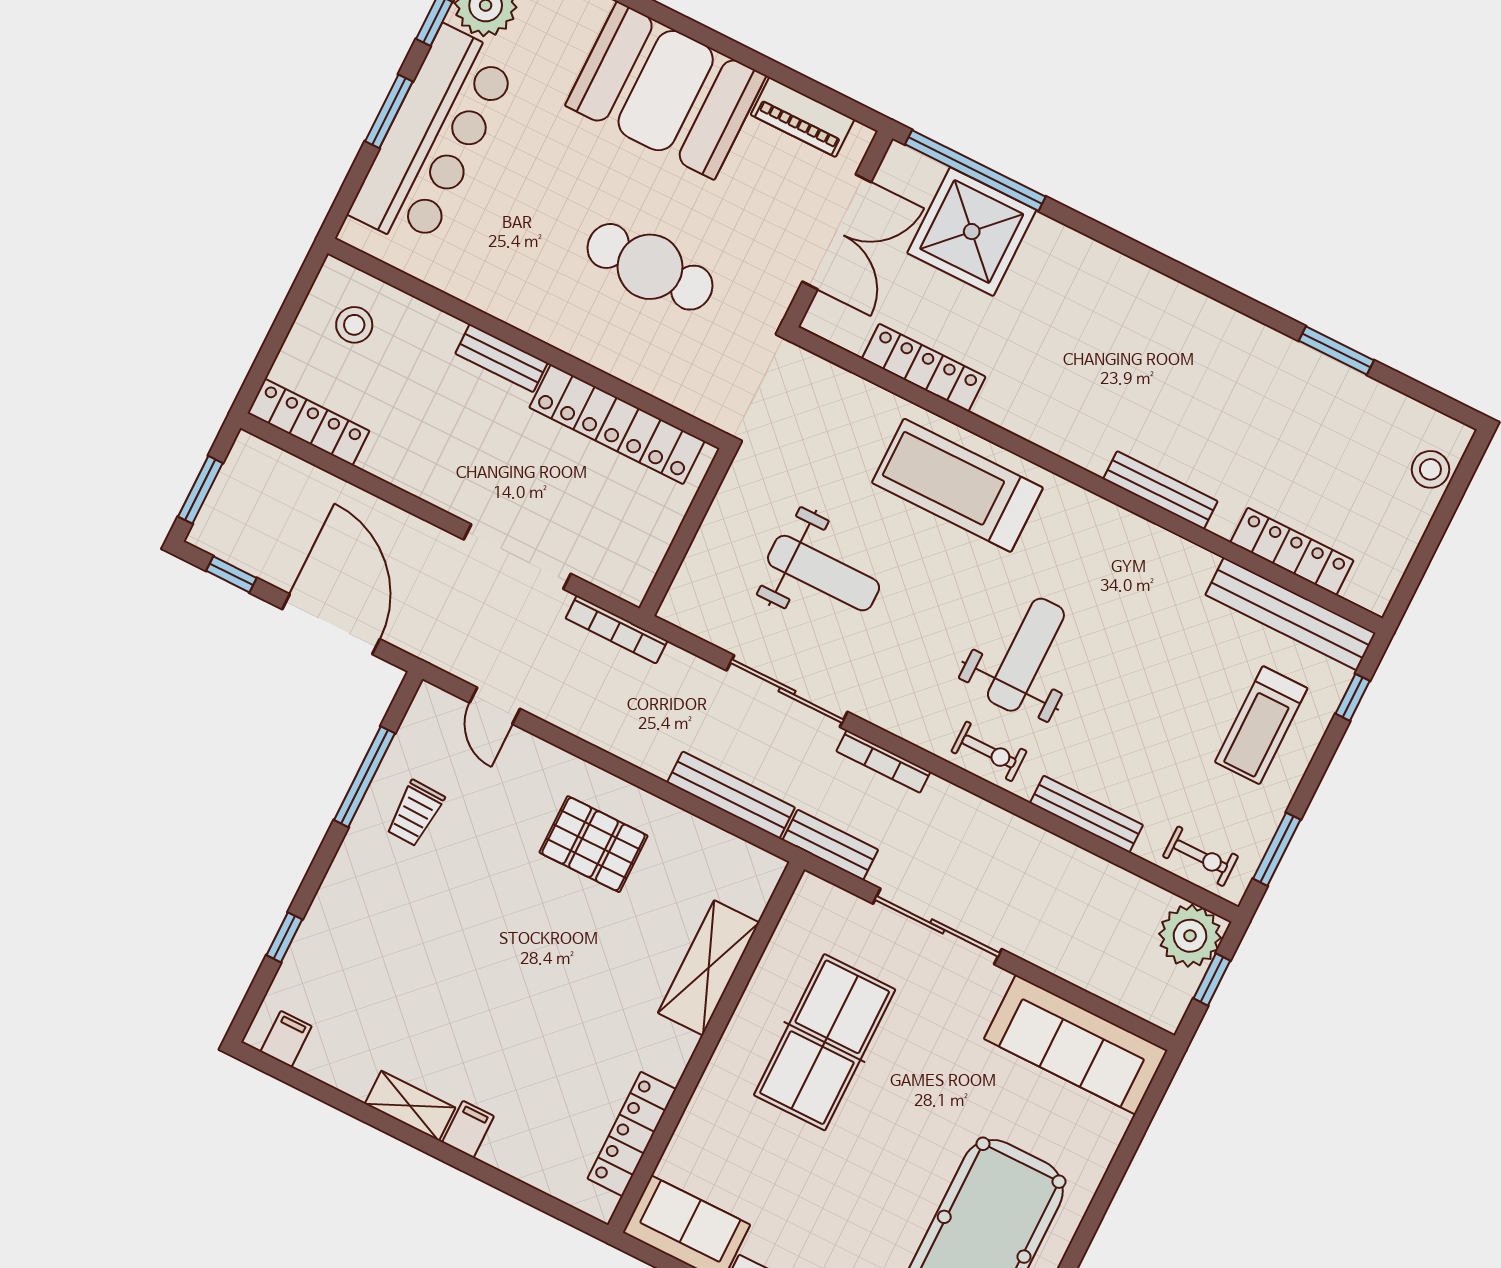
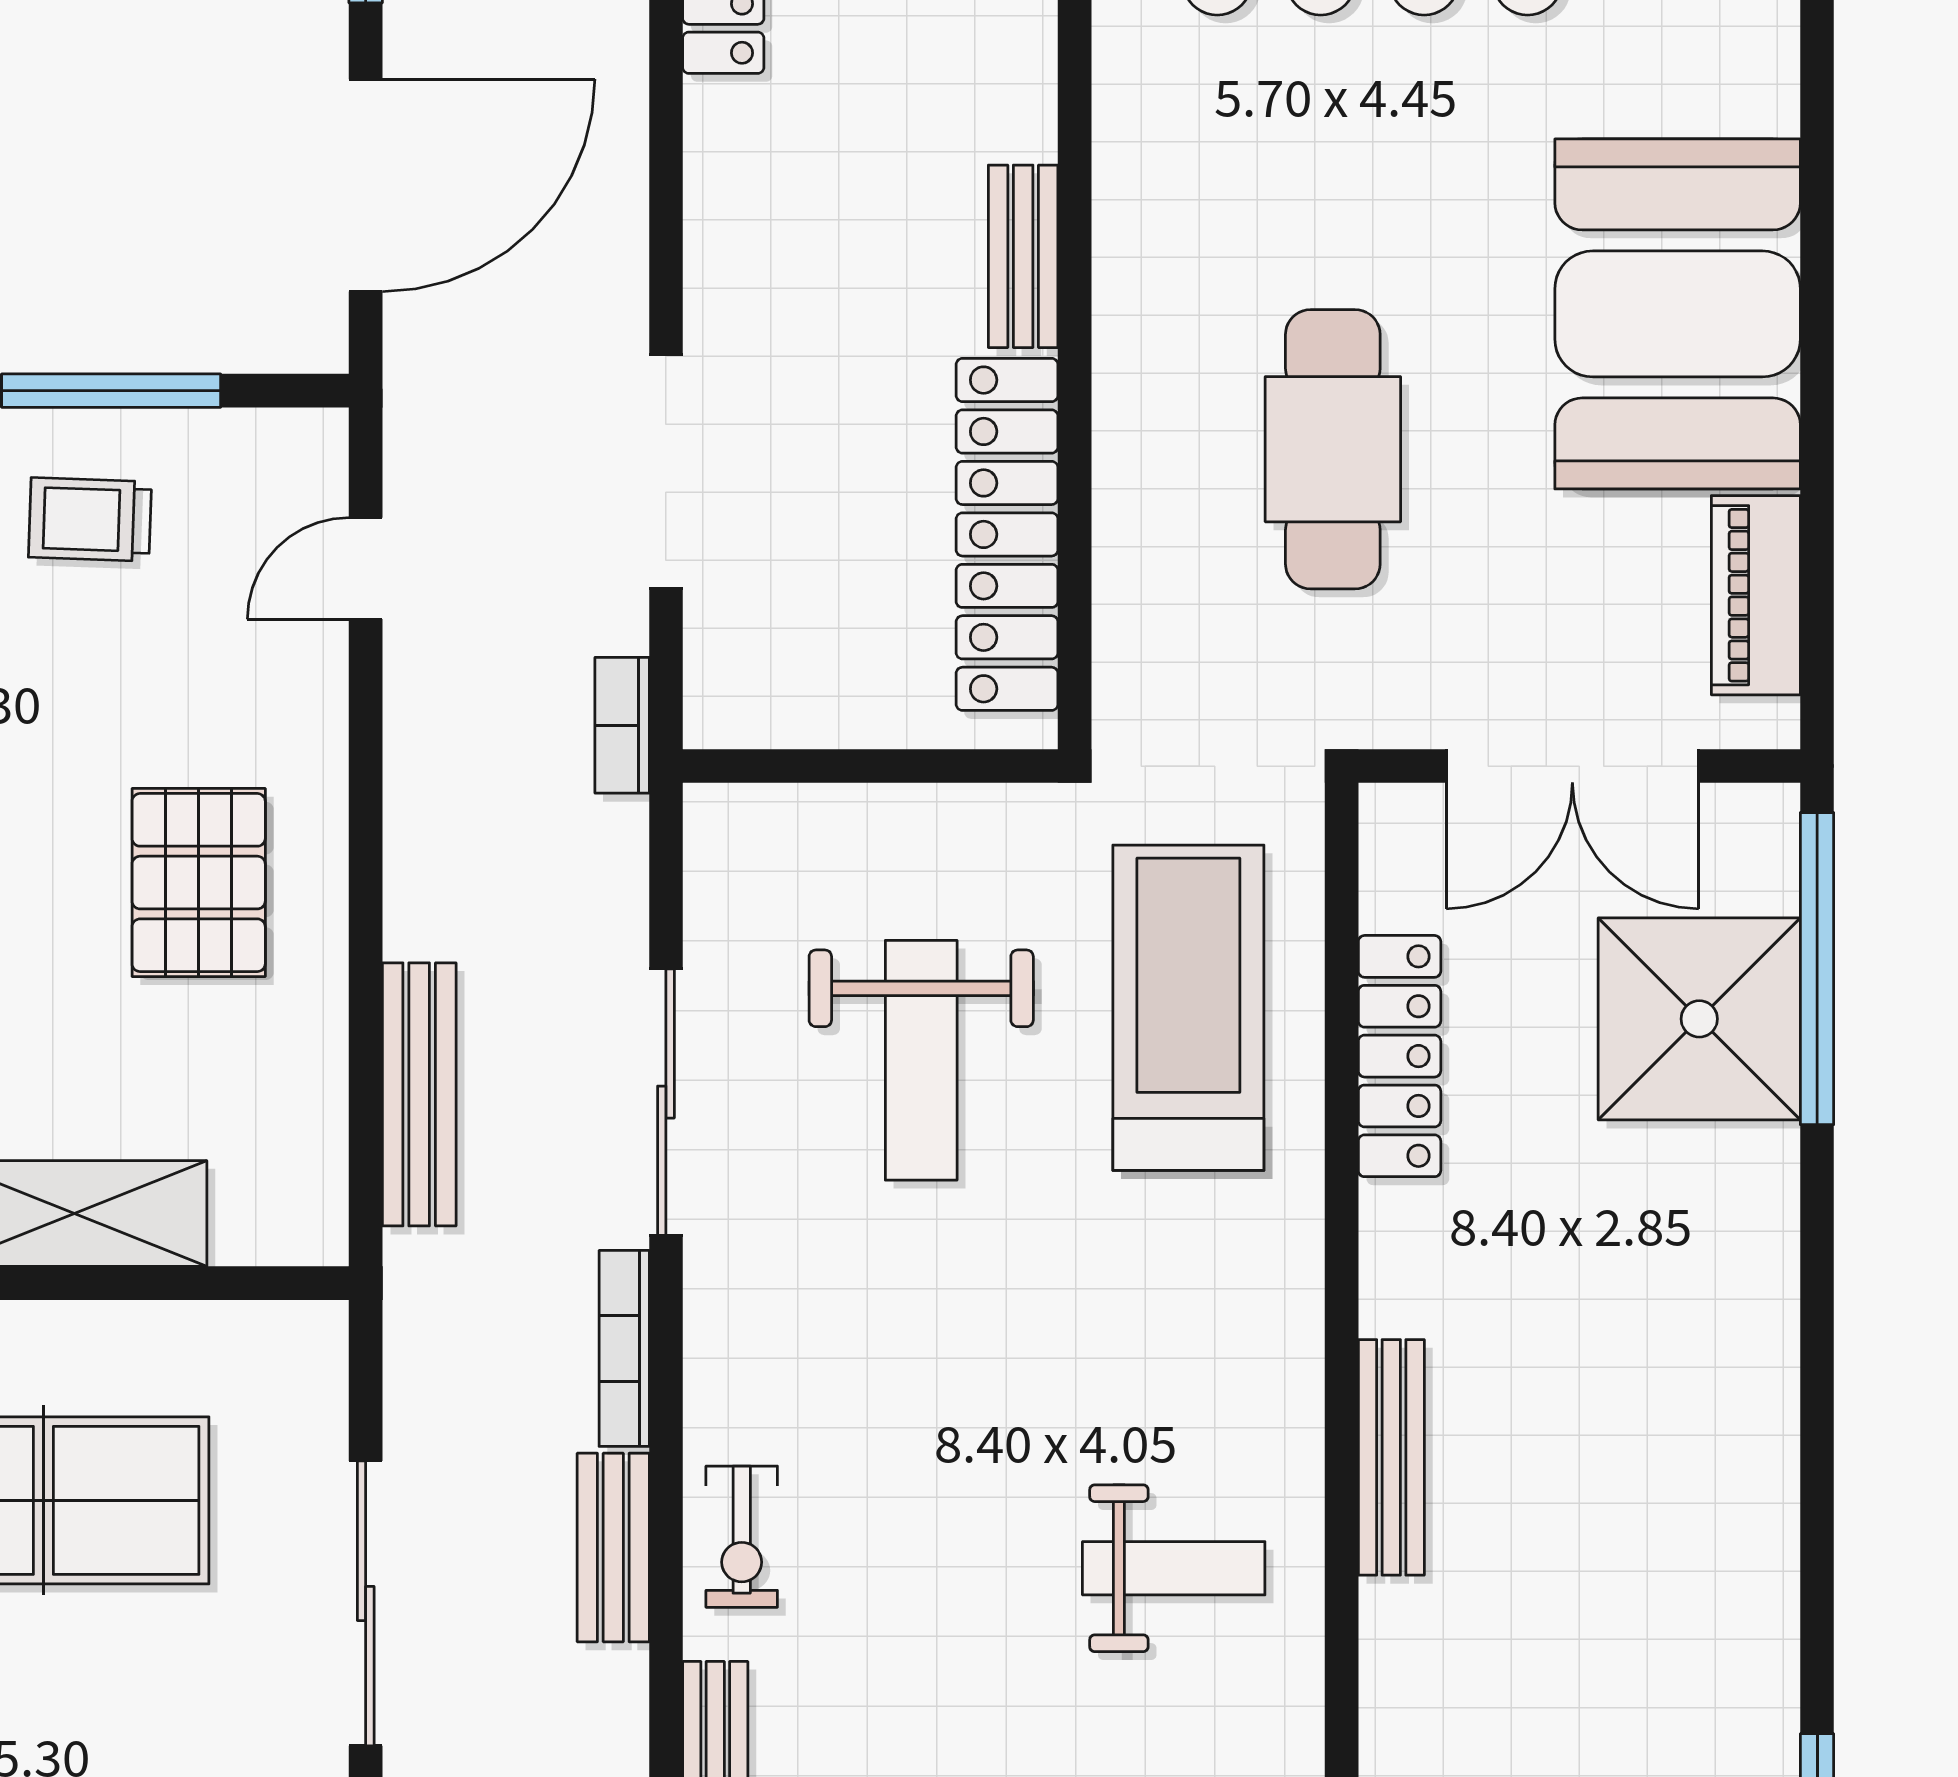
treadmill: (957, 485) -> (1188, 1008), moved
bench: (1160, 490) -> (1391, 1457), moved
bookcase: (617, 630) -> (622, 725), width x0.64
weight bench: (1026, 655) -> (1174, 1568), moved, width x0.73, depth x0.75
bench: (830, 845) -> (613, 1547), moved

